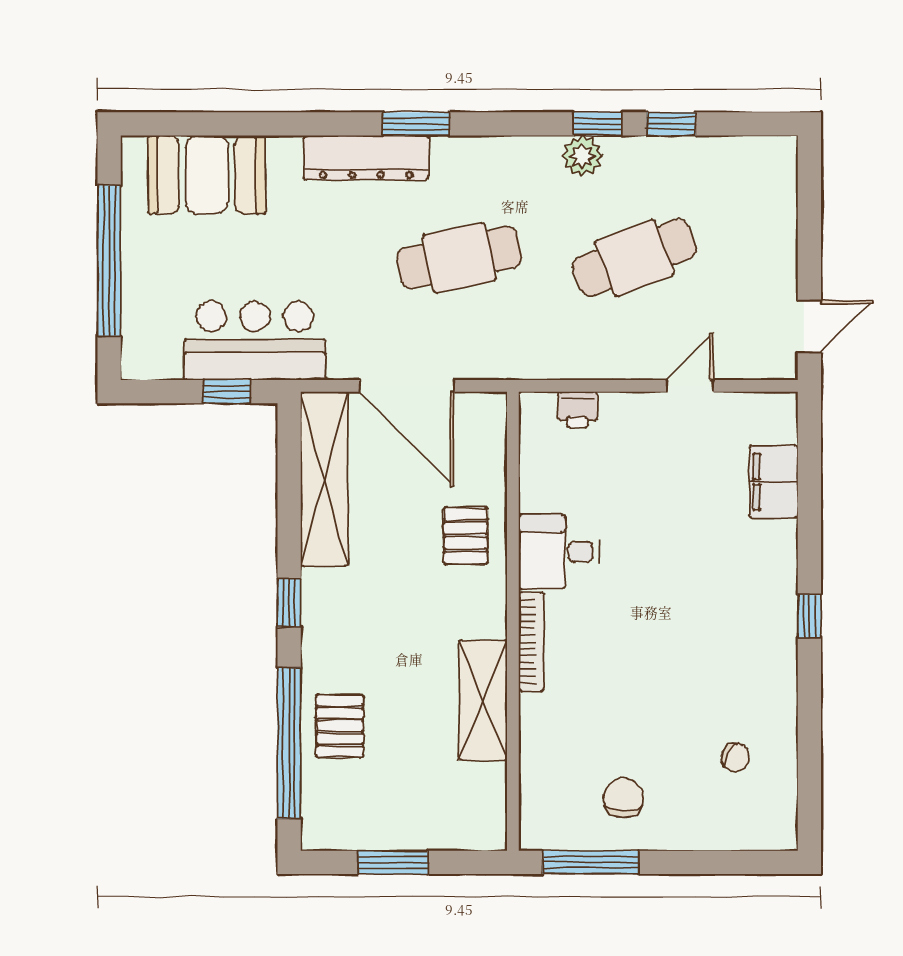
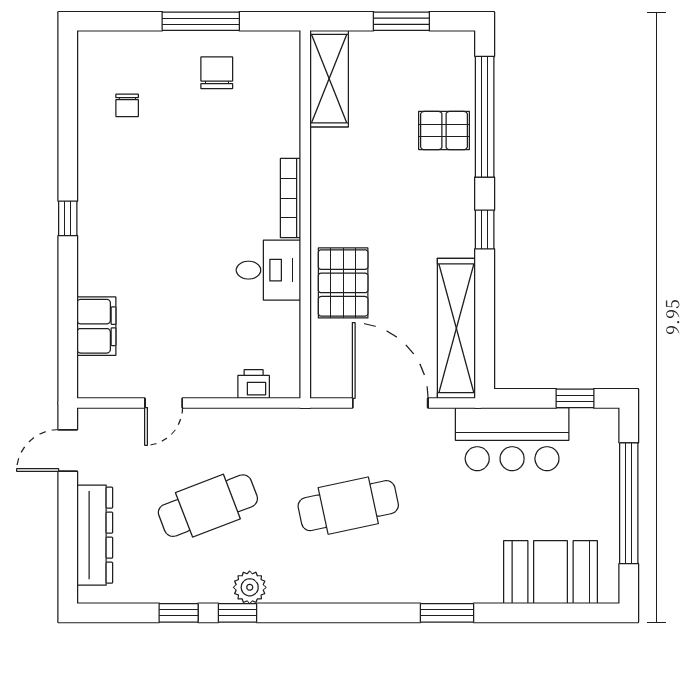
window: (416, 124) -> (447, 613), moved
dresser: (366, 158) -> (95, 535), moved, turned 90
window: (227, 392) -> (575, 398), moved
pallet: (466, 536) -> (343, 283), width x1.50, depth x1.42
shelving: (483, 700) -> (329, 79), moved
pallet: (340, 726) -> (444, 131), turned 90
chair: (735, 757) -> (127, 105), turned -114
chair: (623, 798) -> (217, 73), turned 180
window: (591, 862) -> (201, 21), moved

